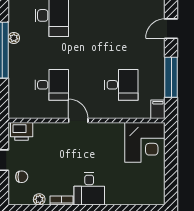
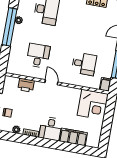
desk: (52, 85) -> (38, 56), turned -90
printer: (22, 131) -> (26, 85), moved
filing cabinet: (125, 195) -> (73, 137), added

